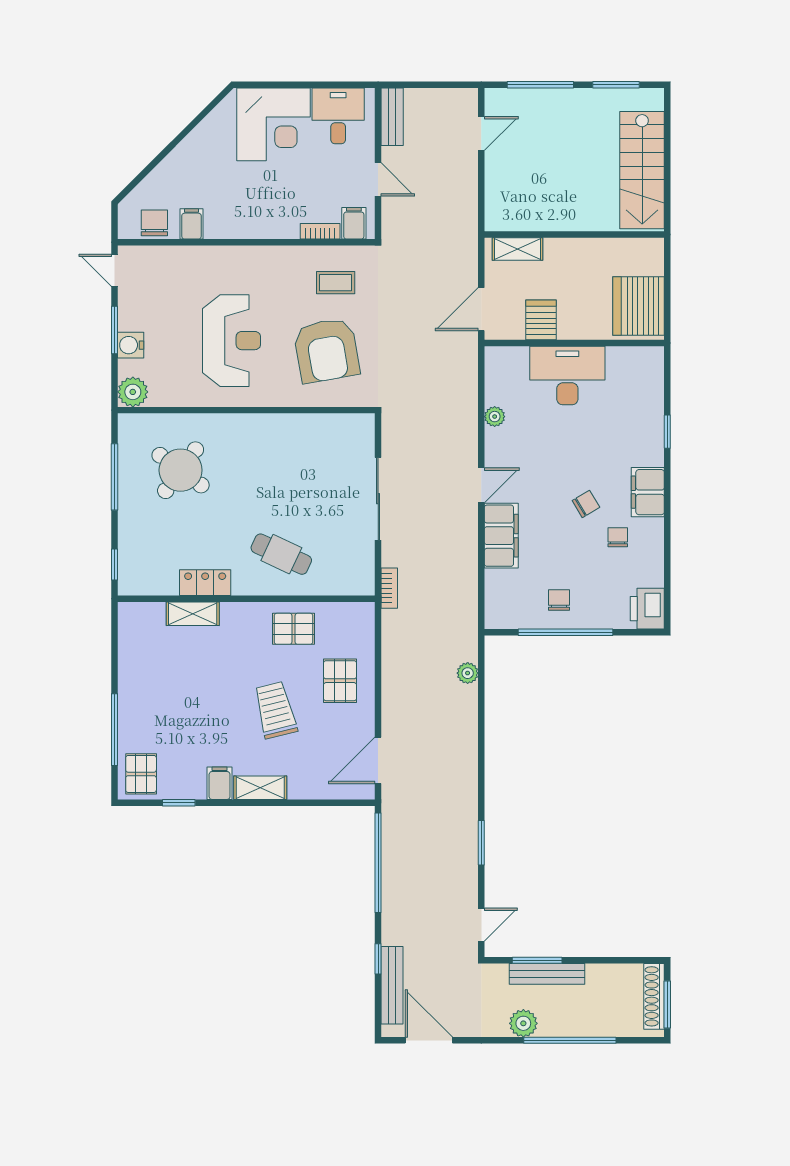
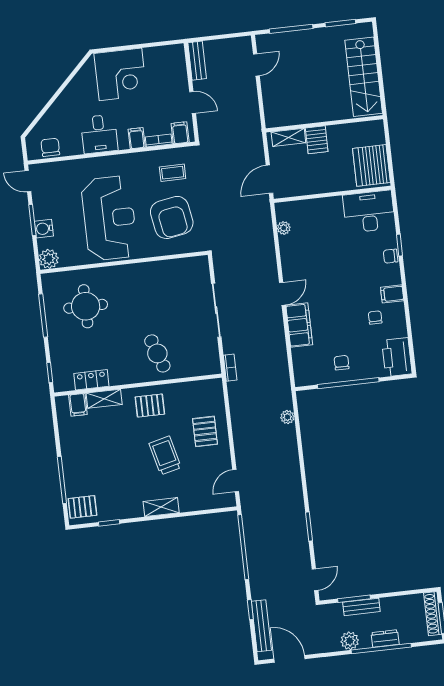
desk: (338, 116) -> (99, 134), moved, turned 180
filing cabinet: (191, 224) -> (137, 138), moved
server rack: (541, 320) -> (317, 140), moved, turned 180
reception desk: (232, 341) -> (109, 218), width x1.36, depth x1.30
desk: (567, 376) -> (369, 212), moved
plant: (495, 417) -> (284, 228), moved
round table: (181, 470) -> (86, 306), turned -36
filing cabinet: (648, 492) -> (392, 294), width x0.50
chair: (586, 504) -> (391, 256), moved, turned -149
cafe table: (281, 554) -> (157, 353), turned 46
locker: (205, 583) -> (91, 380), moved
printer: (647, 609) -> (397, 357), width x1.37, depth x1.19
pallet: (294, 629) -> (150, 406), moved
door: (378, 760) -> (236, 481), width x0.73
pallet: (141, 774) -> (82, 507), turned 90
filing cabinet: (220, 783) -> (78, 405), moved, turned 180
bench: (547, 974) -> (361, 607), width x0.73
dresser: (578, 1026) -> (385, 638), added

